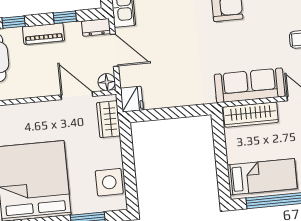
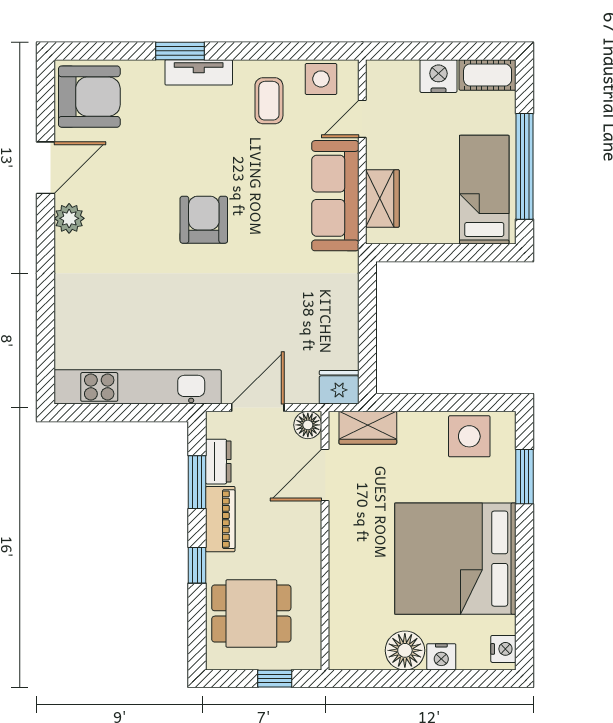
window: (65, 17) -> (197, 482), width x1.50
dresser: (96, 27) -> (218, 462), moved
wardrobe: (251, 115) -> (382, 198), width x0.67

